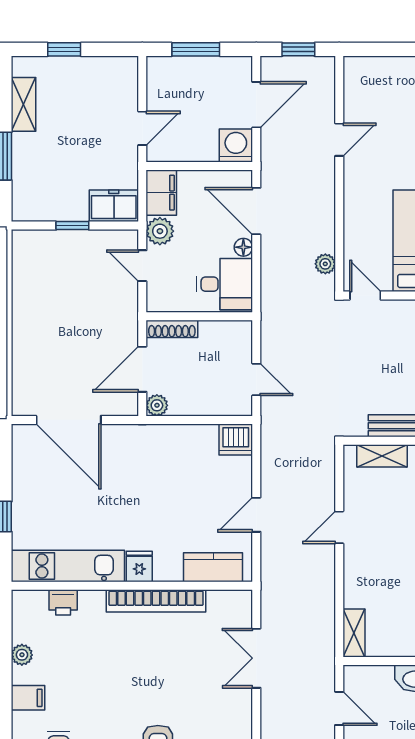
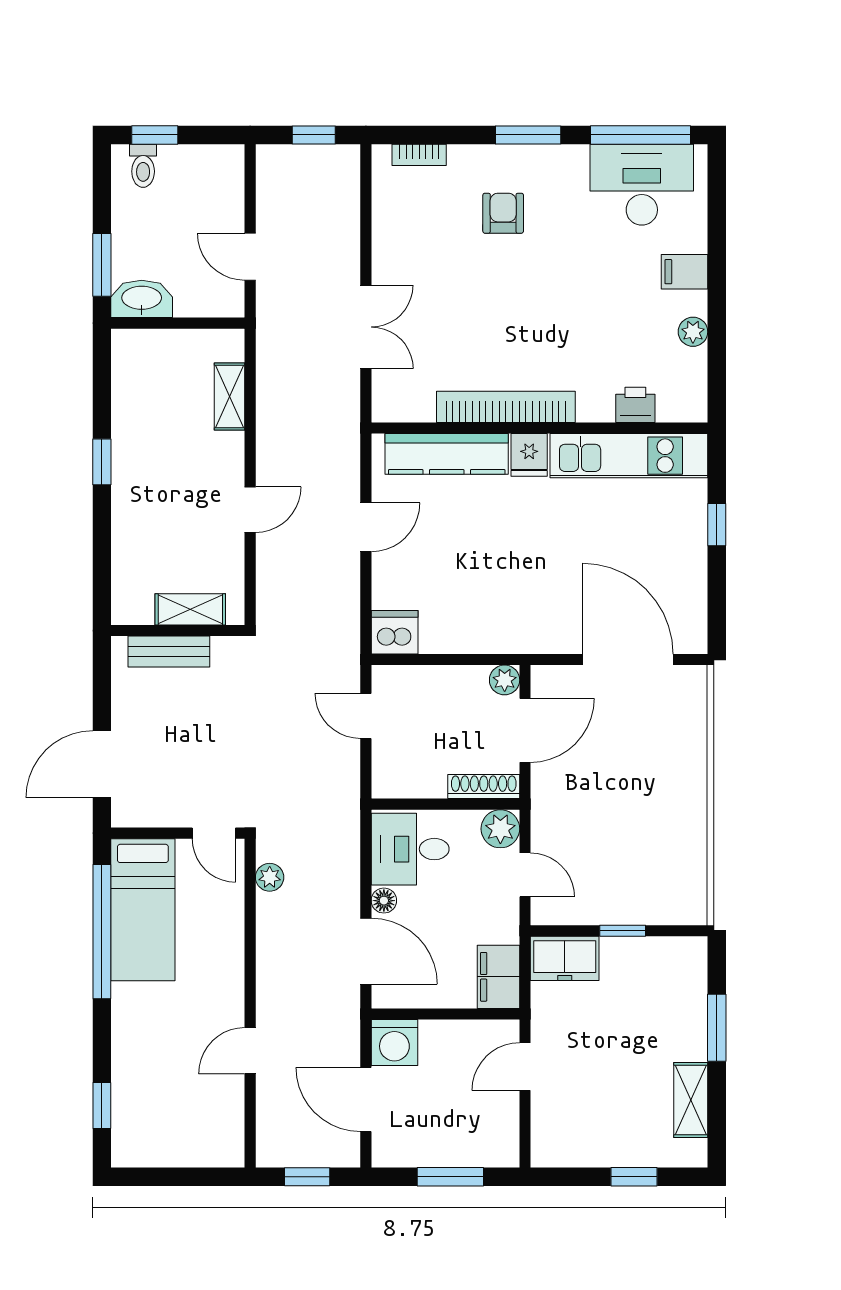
door: (256, 105) -> (366, 1100), hinge flipped
plant: (160, 231) -> (500, 829), moved
kitchen counter: (213, 567) -> (447, 454), width x1.50
shelving: (354, 633) -> (230, 397), moved

